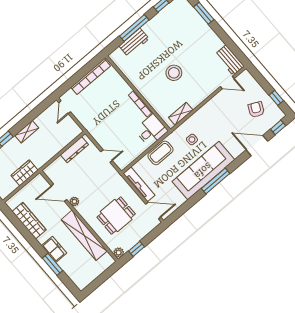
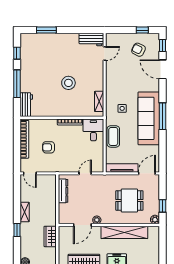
workbench: (134, 42) -> (26, 105), moved
armchair: (102, 104) -> (49, 147), added
door: (257, 146) -> (162, 69), hinge flipped
dining table: (116, 216) -> (129, 201), turned 90

